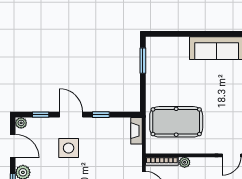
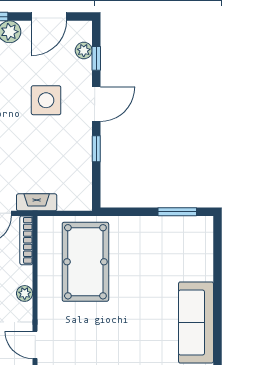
plant: (21, 123) -> (84, 51), moved
fireplace: (137, 131) -> (37, 202), moved
plant: (185, 162) -> (25, 293), moved

